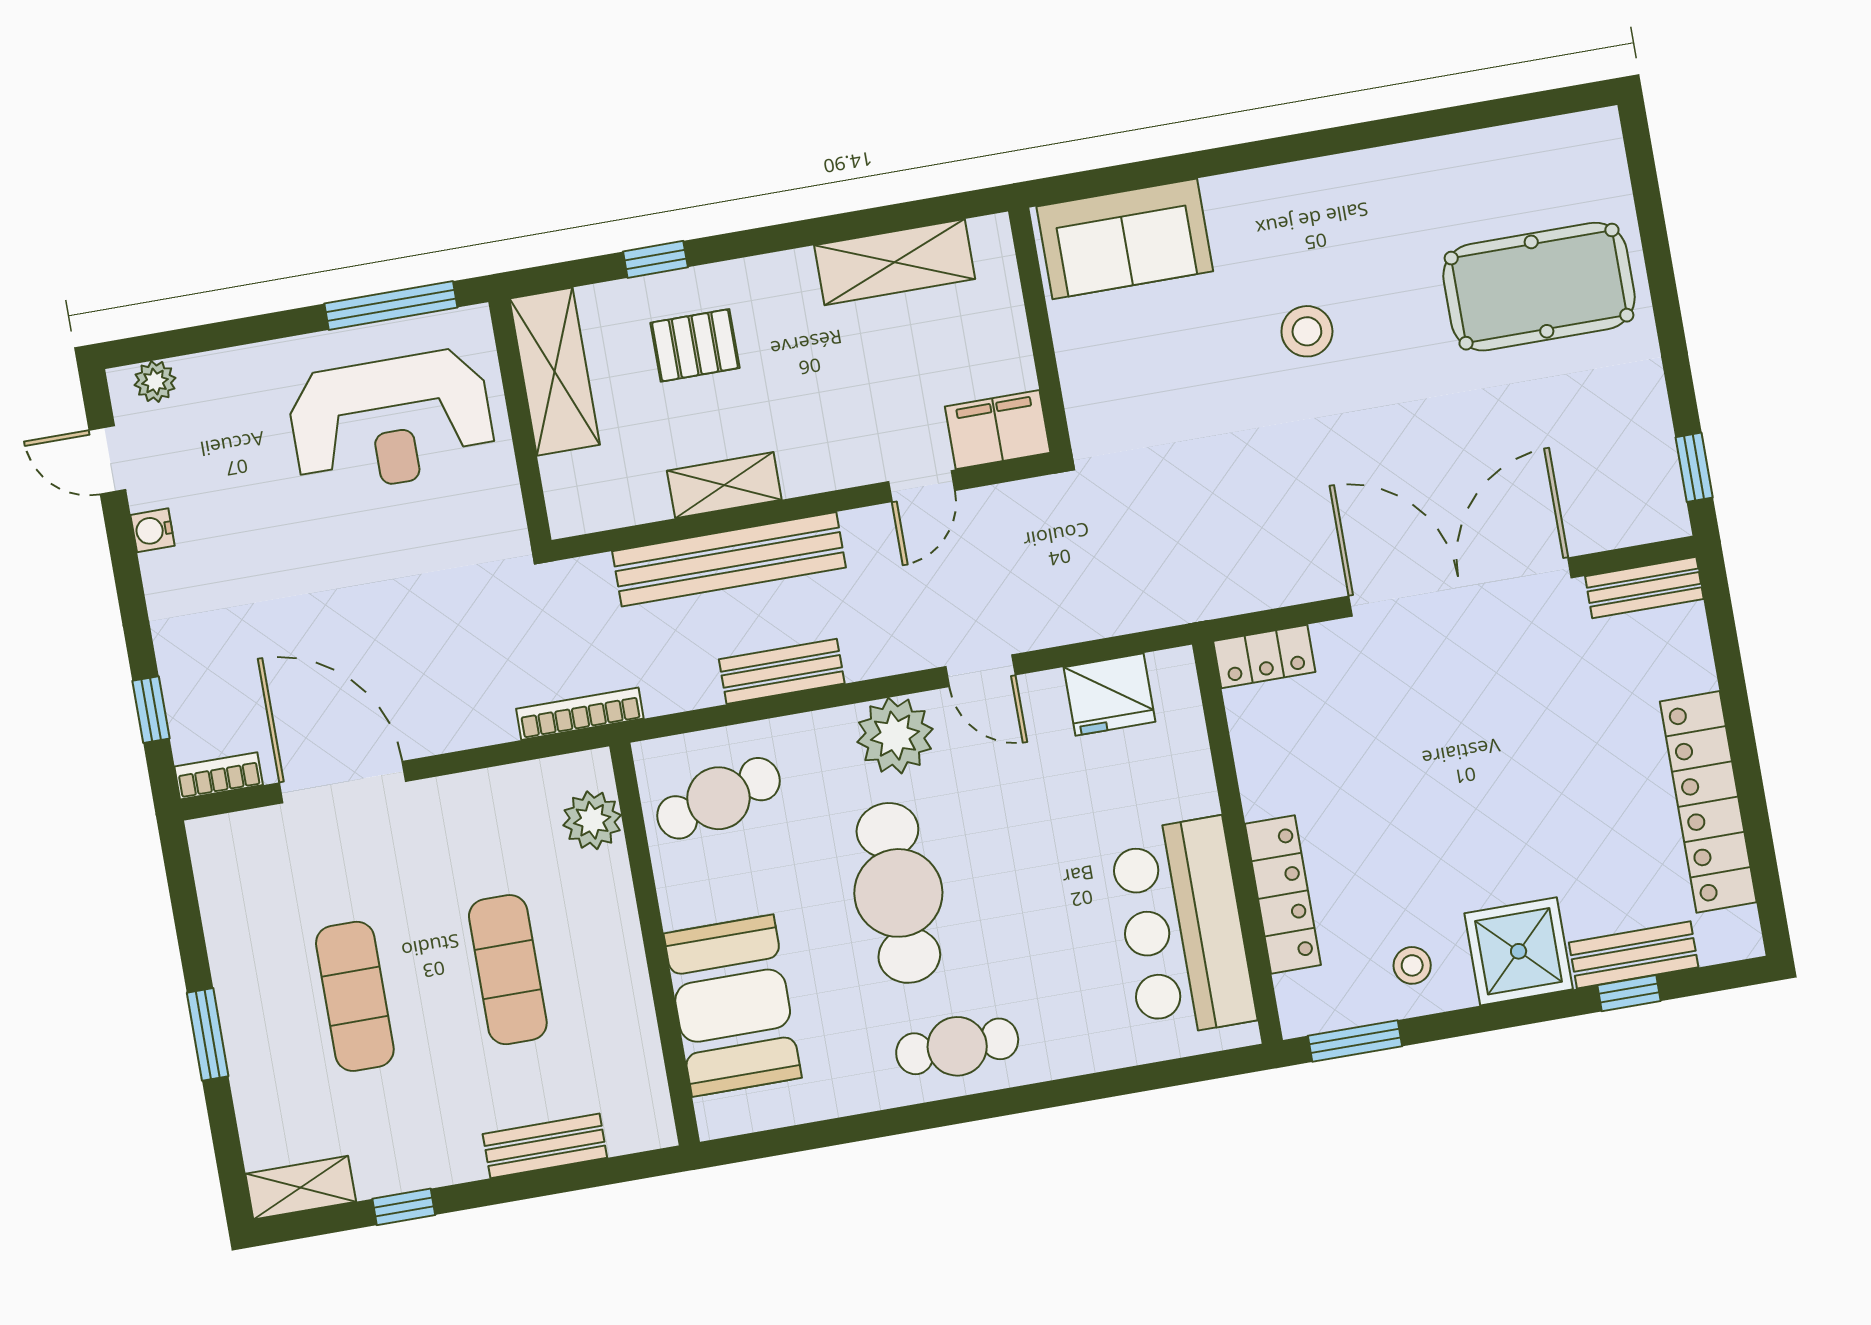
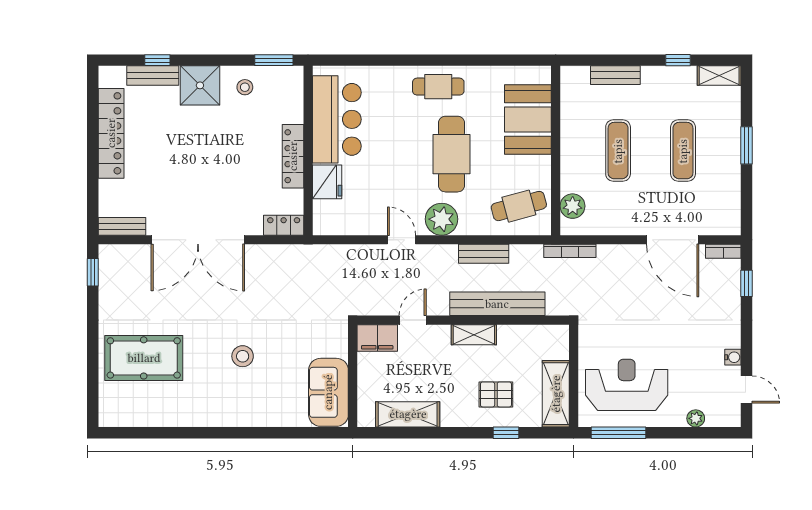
sofa: (1125, 239) -> (328, 392), moved, turned -90
plant: (155, 381) -> (696, 418), moved
shelving: (724, 485) -> (474, 335), moved
fridge: (1109, 694) -> (327, 182), moved, turned 90
locker: (1283, 894) -> (293, 156), moved

